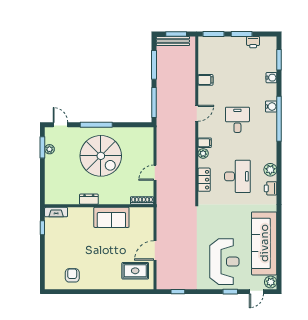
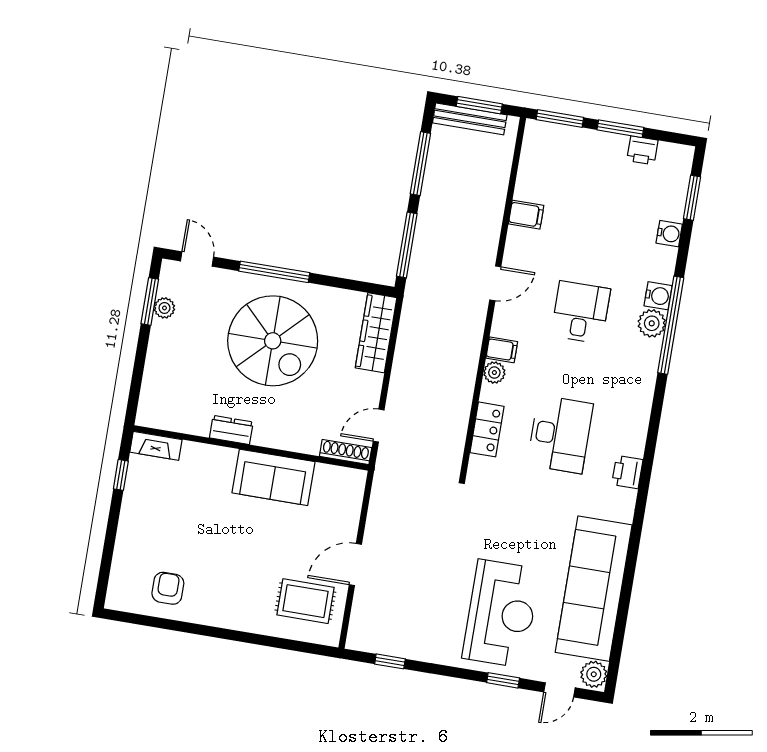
wardrobe: (147, 144) -> (376, 333), added
plant: (270, 170) -> (652, 323), moved
door: (155, 173) -> (379, 426), moved

